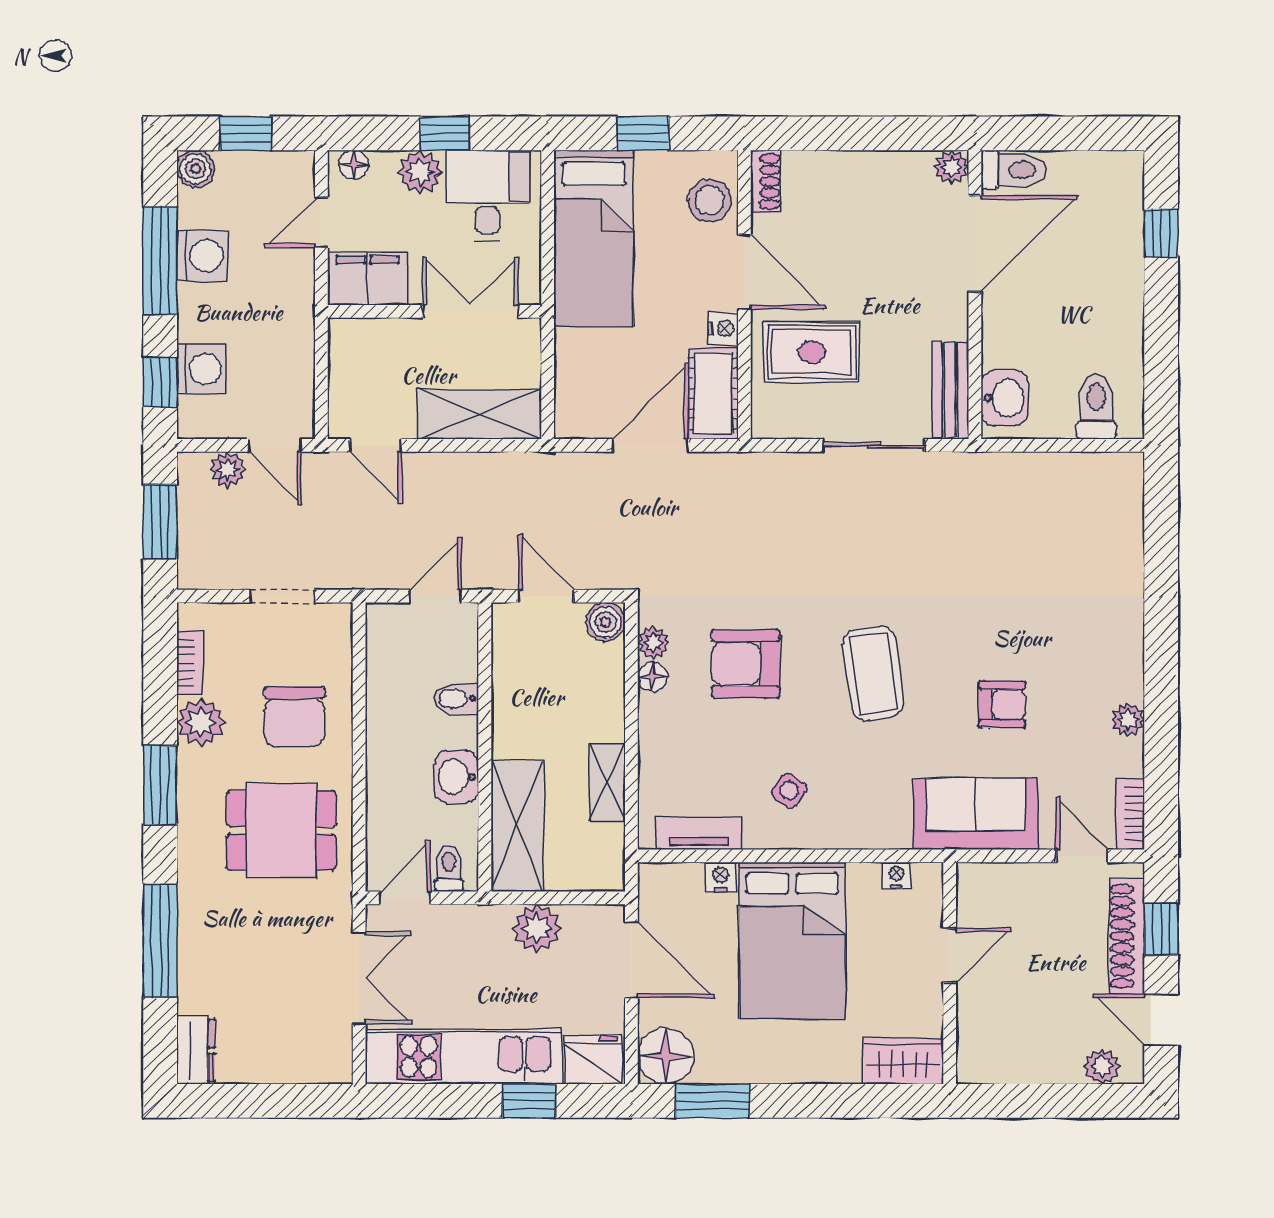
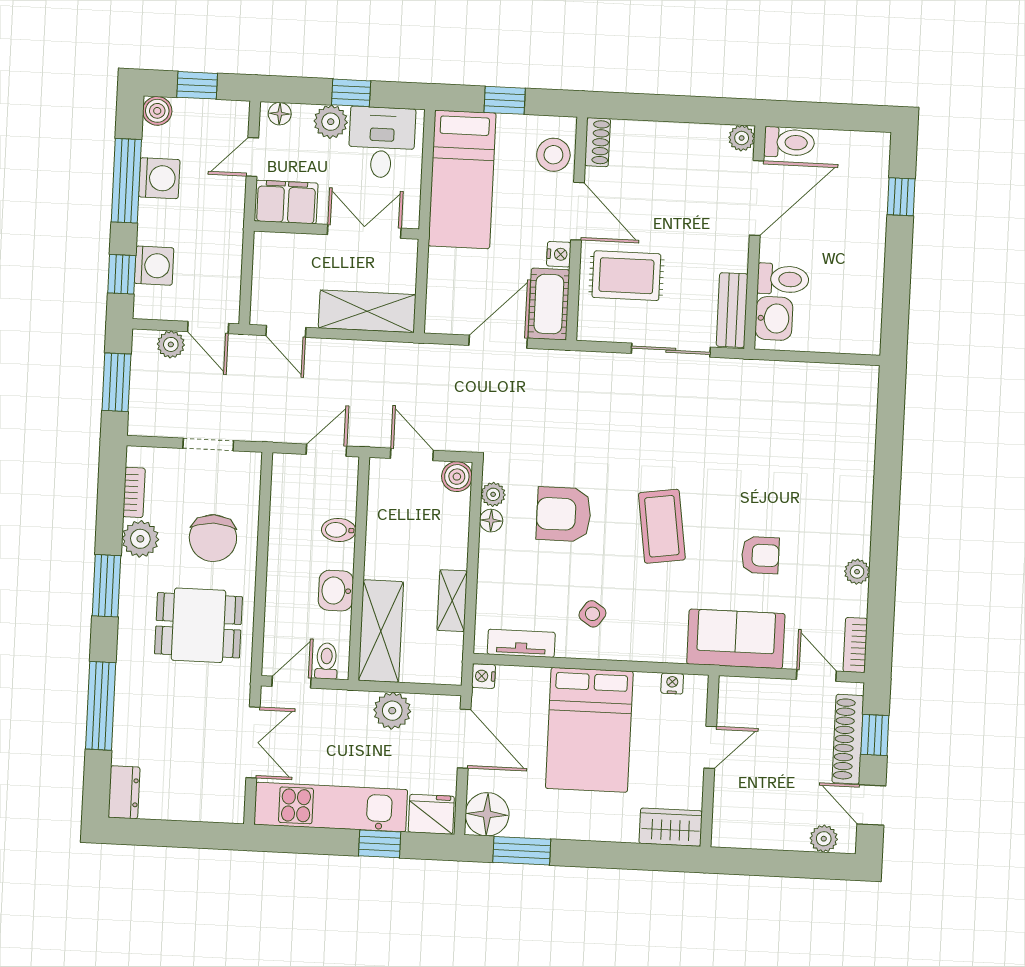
toilet: (1096, 406) -> (783, 279), moved, turned 90
nightstand: (720, 877) -> (483, 676), moved, turned -90

